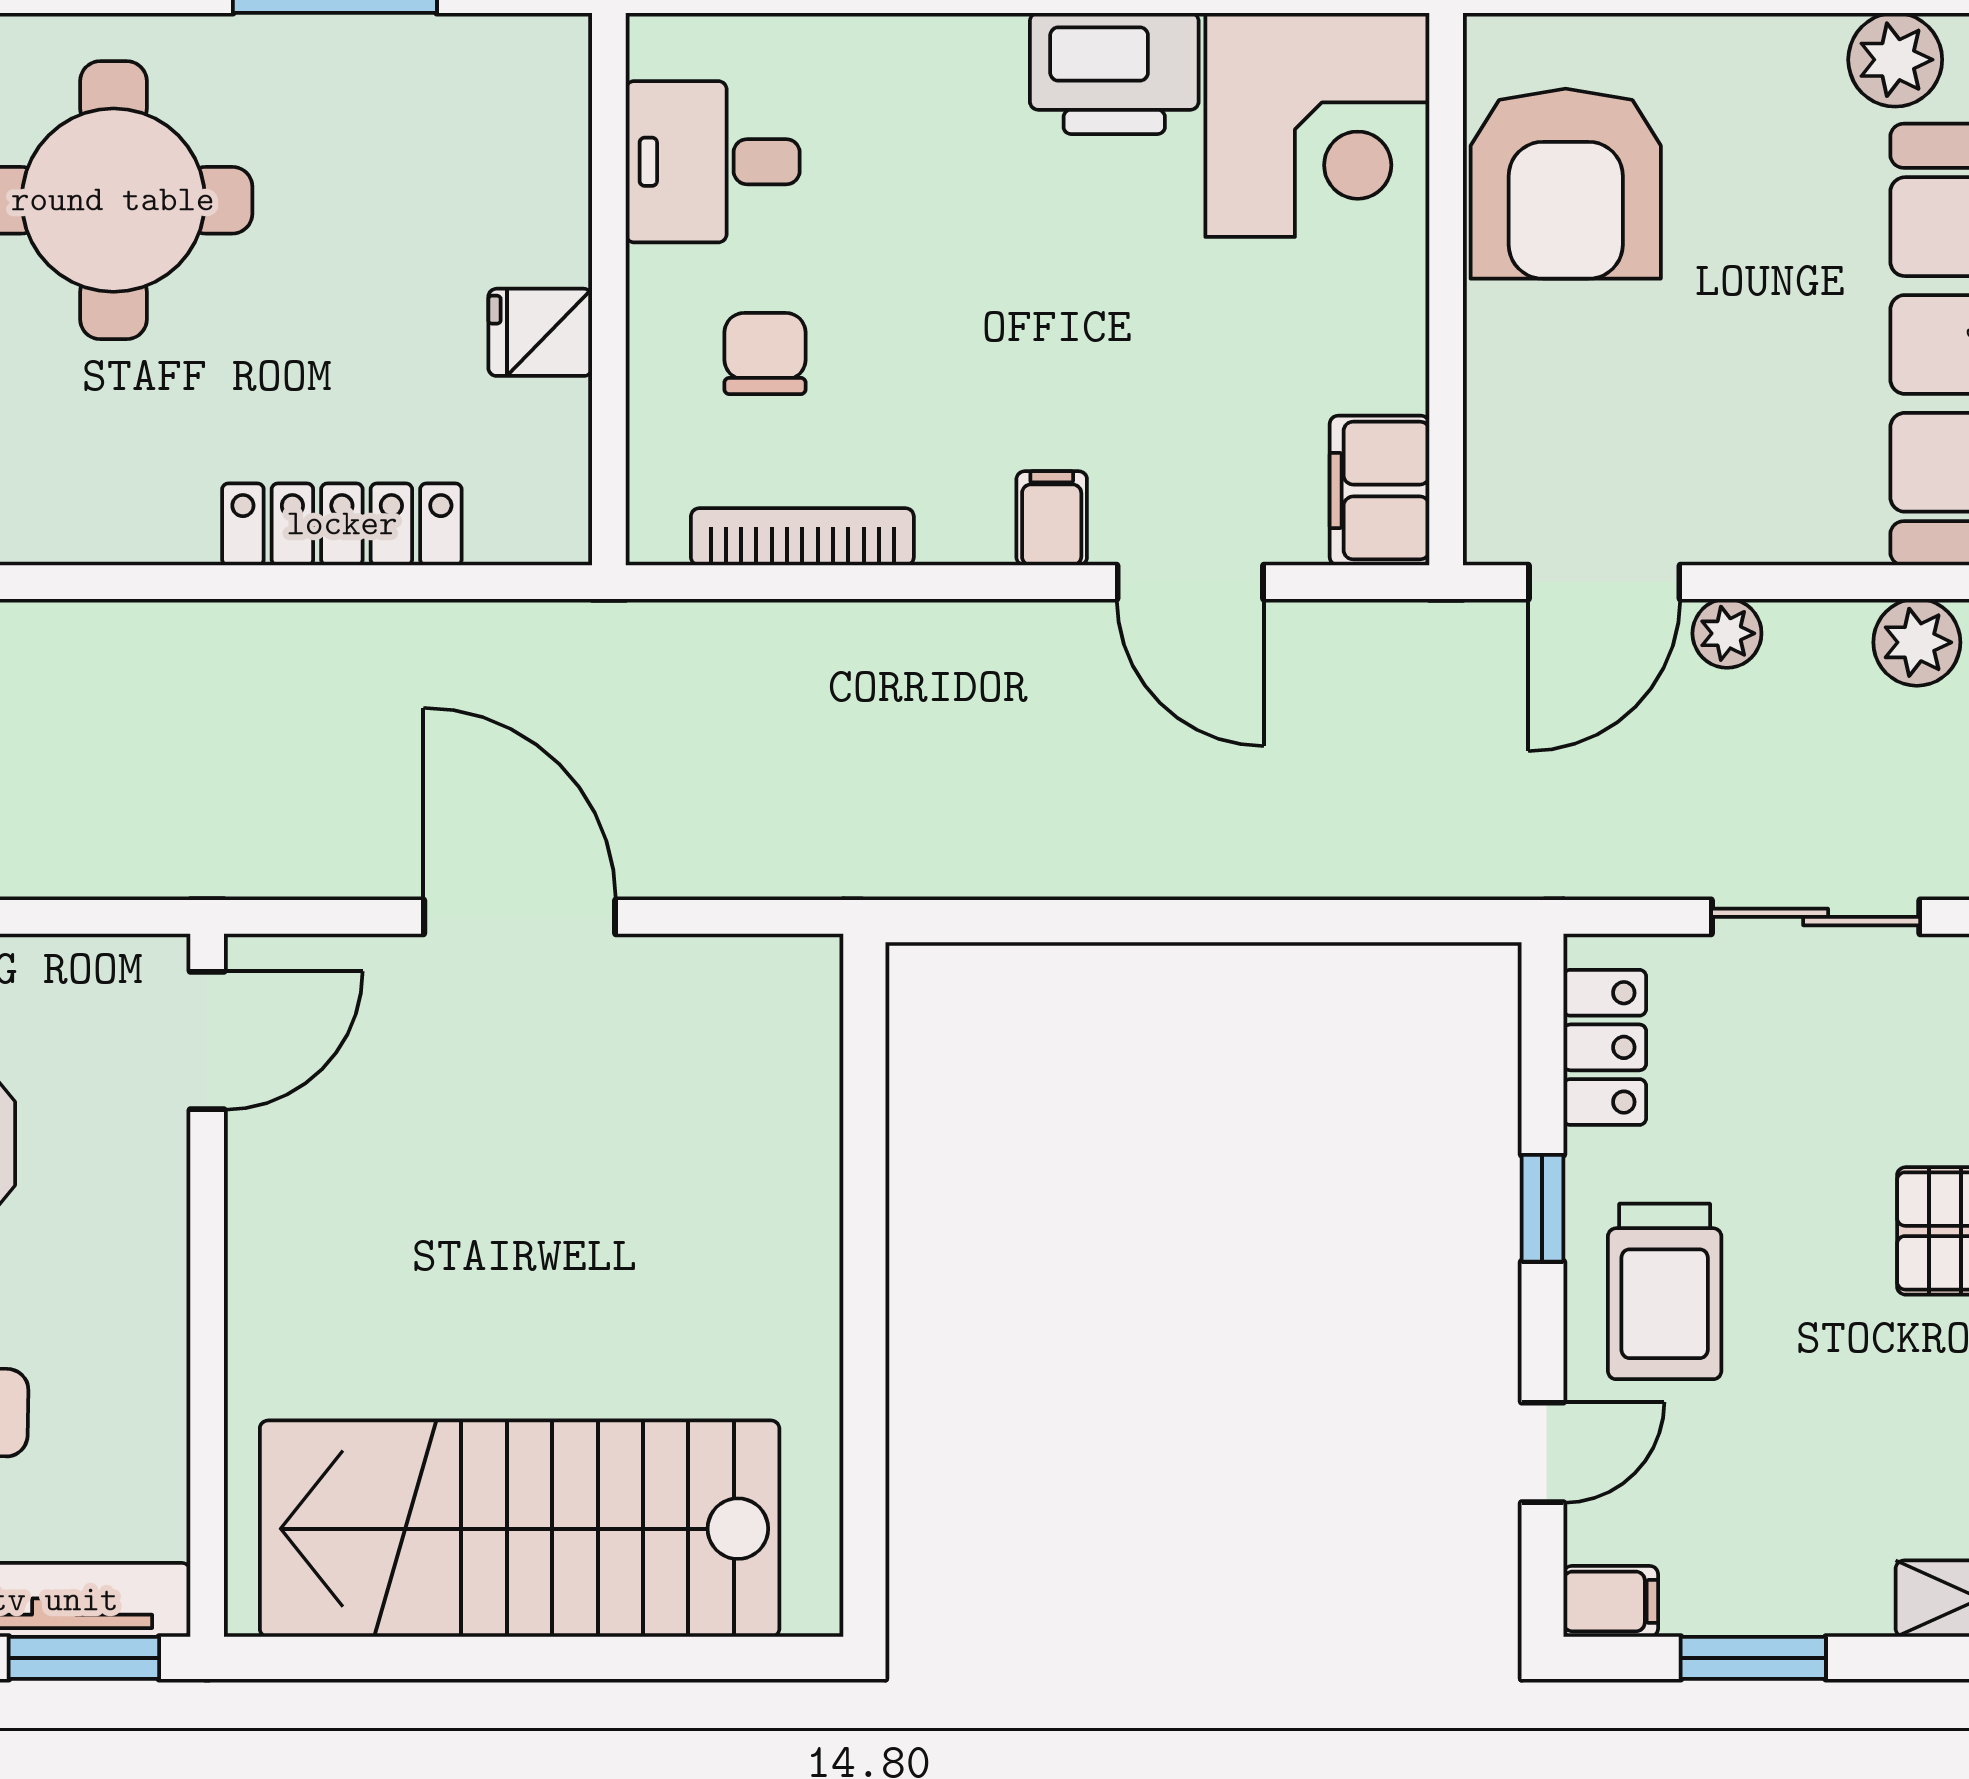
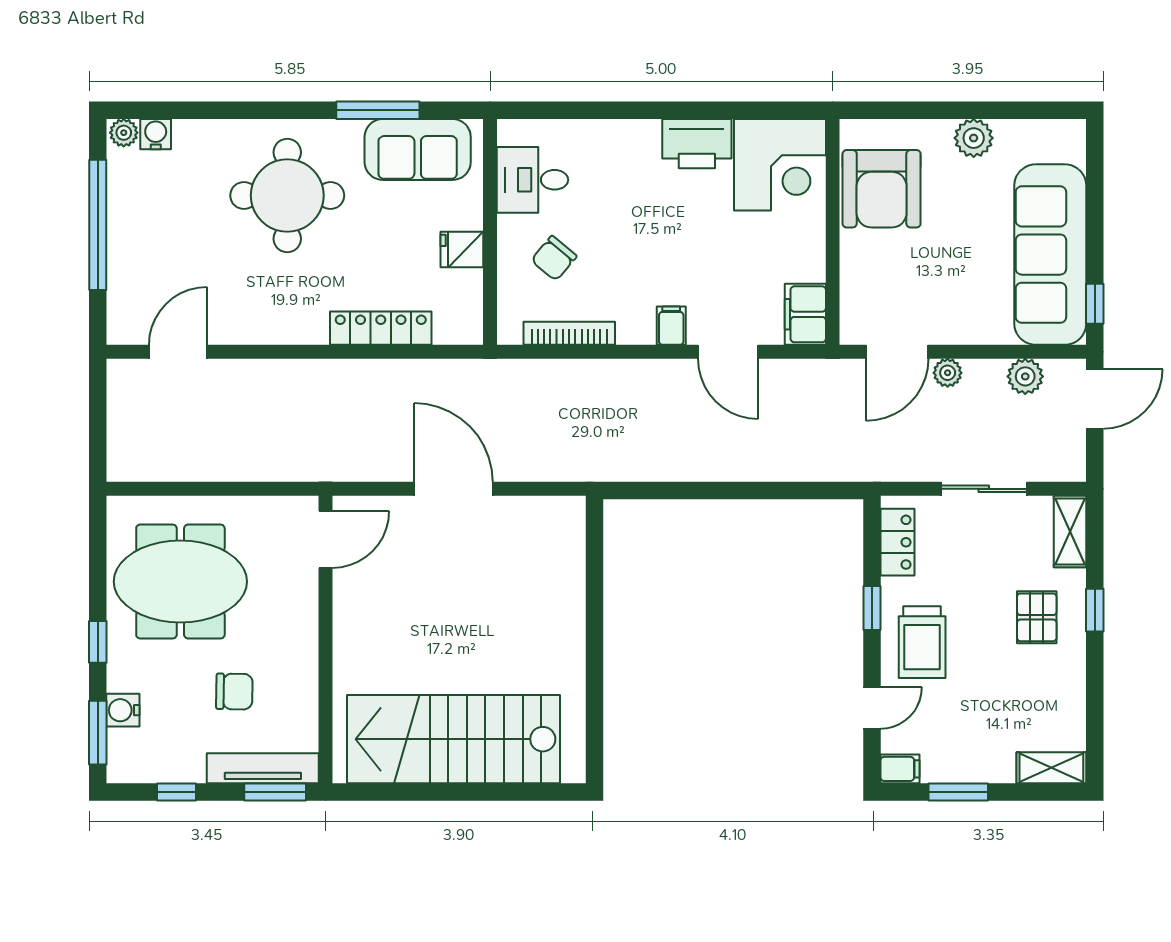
plant: (1895, 60) -> (974, 138), moved
sofa: (432, 88) -> (418, 149), added
chair: (765, 353) -> (554, 258), turned -140

